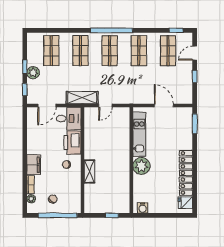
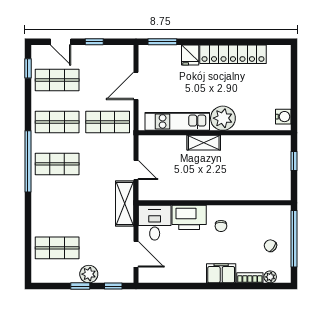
shop shelf: (80, 51) -> (108, 122), moved
shelving: (89, 172) -> (204, 143), moved
fridge: (185, 203) -> (190, 55), moved

